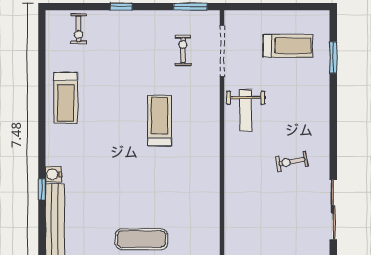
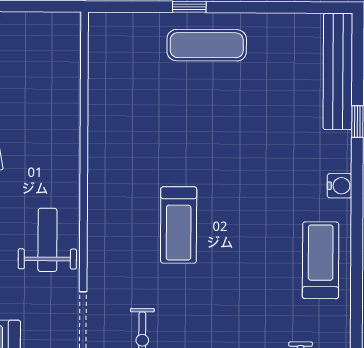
water cooler: (53, 174) -> (340, 186), moved

